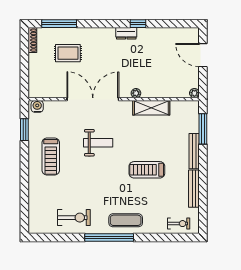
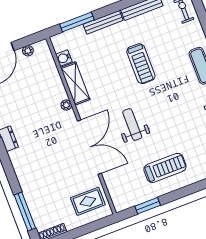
rug: (68, 53) -> (88, 201), moved, turned 90
plant: (194, 93) -> (28, 51), moved
double door: (93, 99) -> (89, 147), swing flipped
water cooler: (37, 106) -> (64, 58), moved

